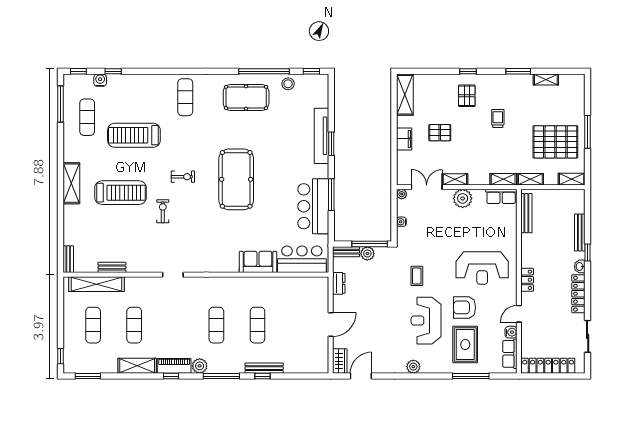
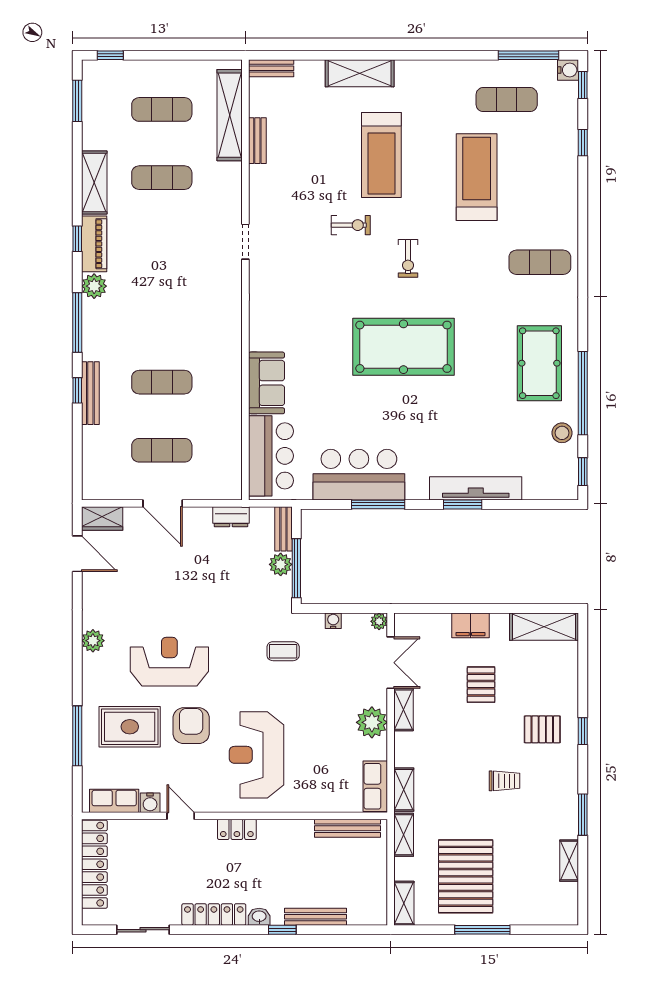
water cooler: (100, 80) -> (568, 70), moved
shelving: (71, 183) -> (360, 73), moved
coffee table: (417, 276) -> (283, 651), moved
exercise mat: (216, 325) -> (162, 450), moved

